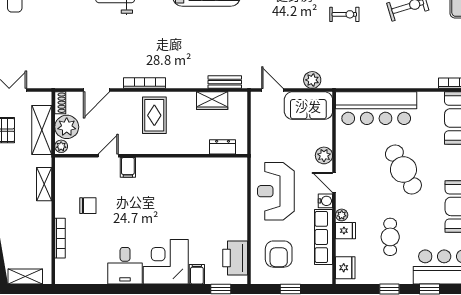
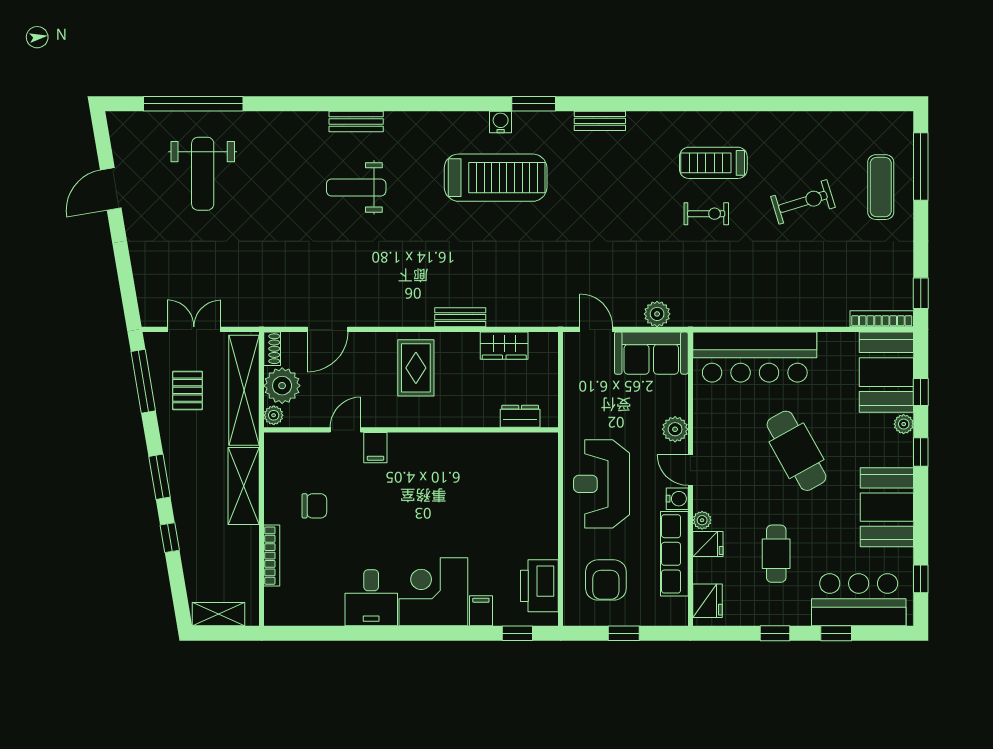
bench: (225, 82) -> (460, 317), moved
bookcase: (145, 83) -> (401, 319), removed
shelving: (42, 130) -> (244, 390), width x1.47
shelving: (44, 184) -> (244, 486), width x1.50, depth x1.33

